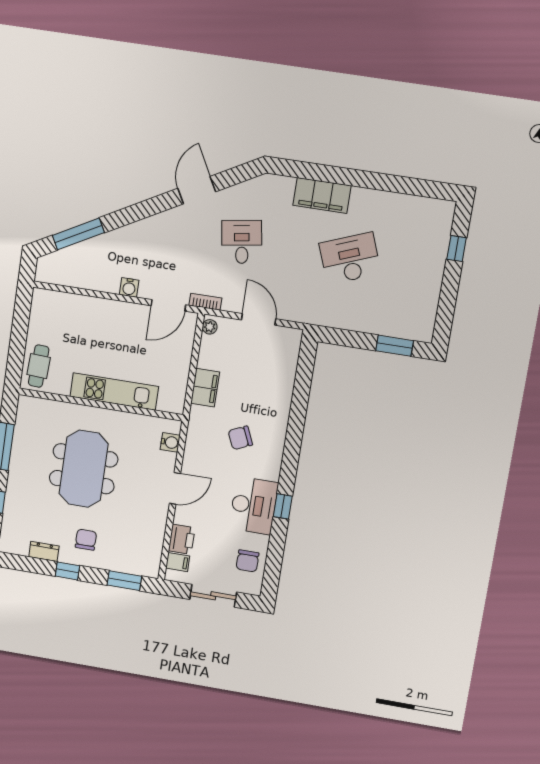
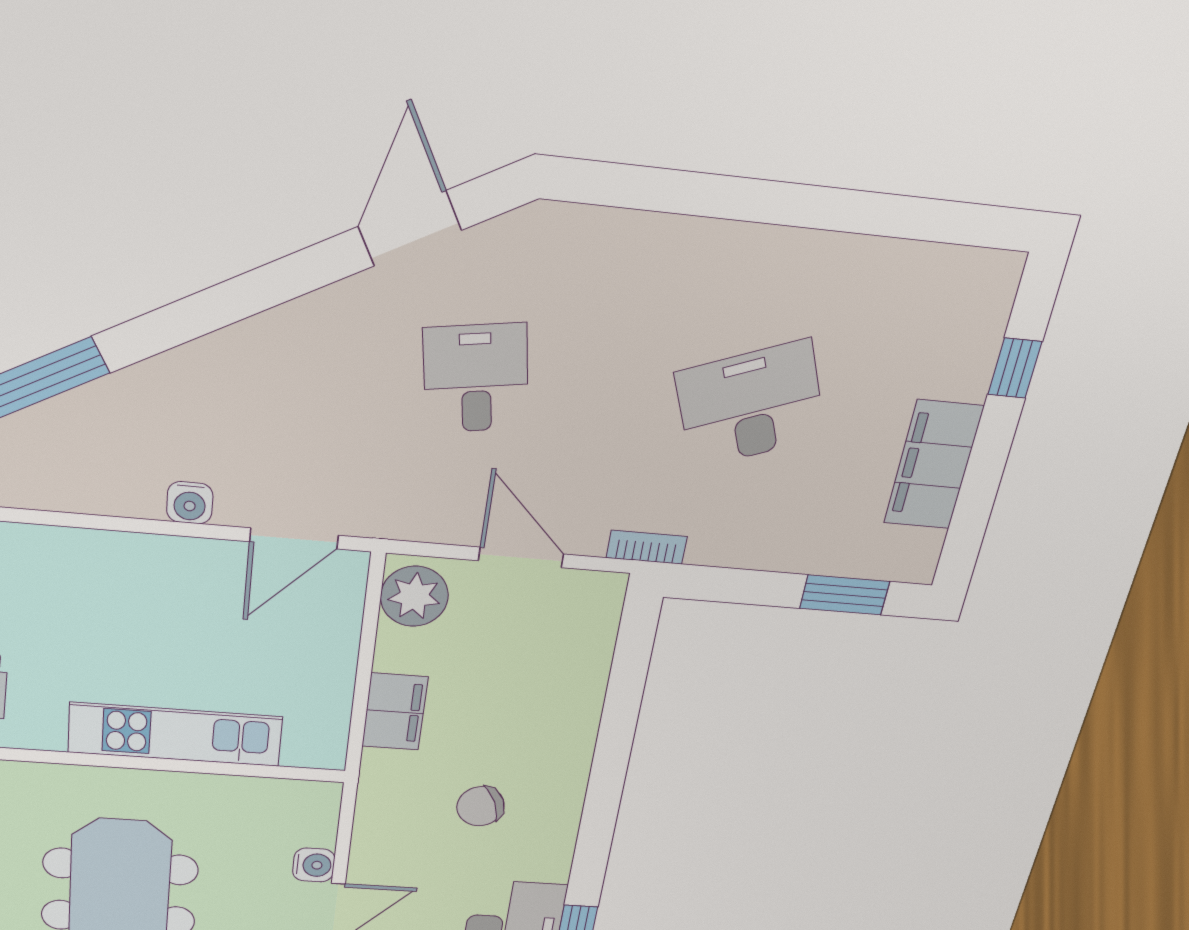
door: (197, 190) -> (410, 228), moved
filing cabinet: (322, 195) -> (933, 465), moved, turned 90
bookcase: (205, 302) -> (647, 547), moved
plant: (210, 327) -> (414, 596), width x1.88, depth x1.88
water cooler: (170, 442) -> (314, 865), moved

